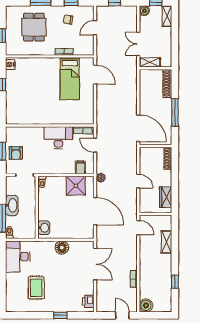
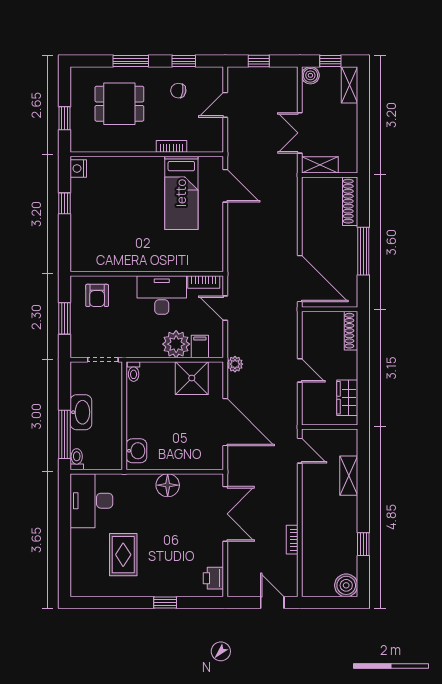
dining table: (34, 27) -> (119, 104), turned 90
armchair: (16, 153) -> (97, 295), moved
plant: (67, 166) -> (176, 344), added
boiler: (146, 305) -> (346, 585), moved

